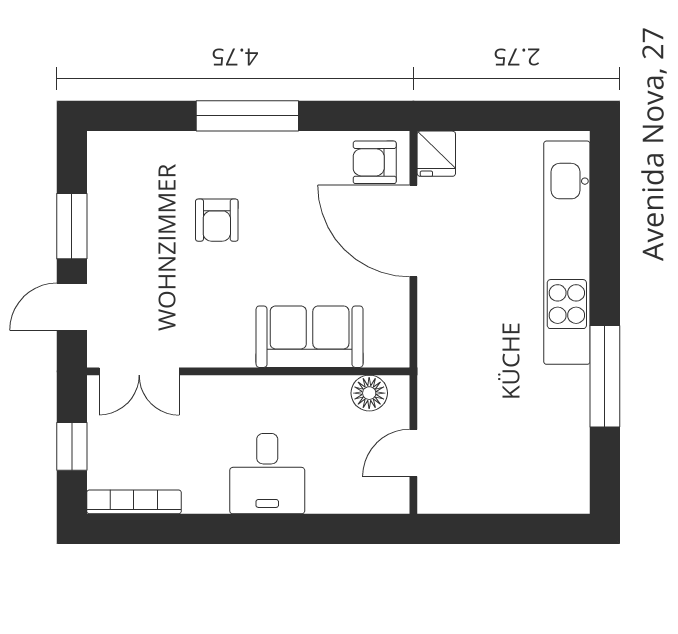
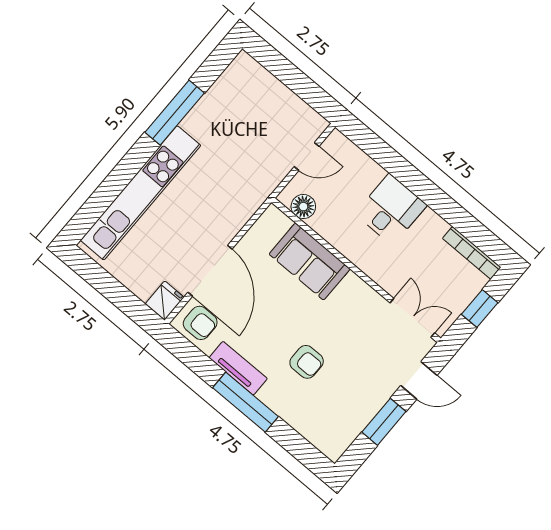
tv unit: (288, 147) -> (238, 368), added
armchair: (217, 220) -> (307, 362), turned 90

